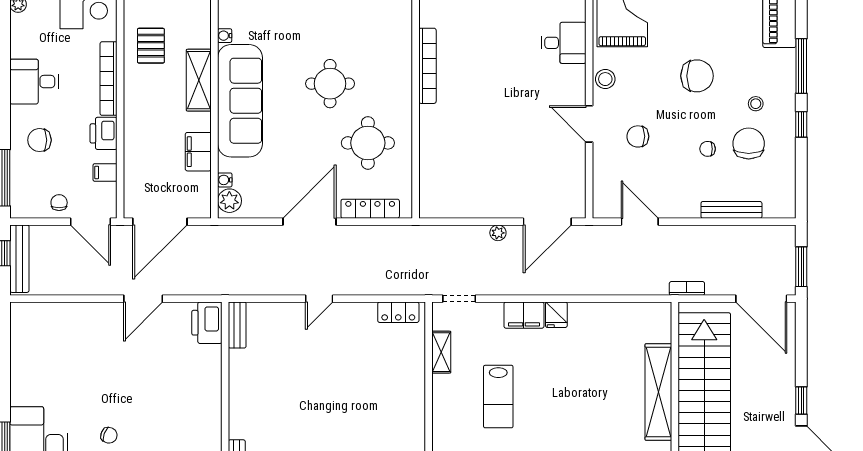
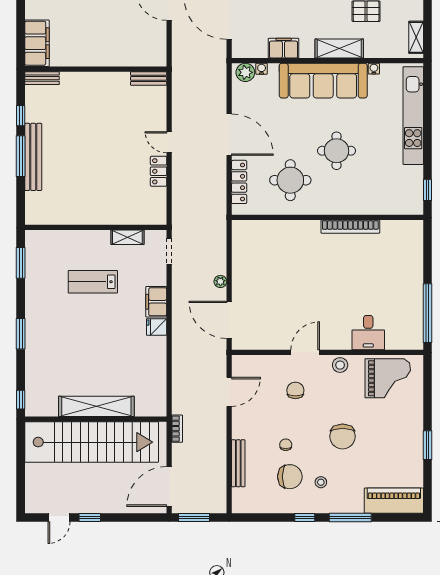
locker: (398, 312) -> (158, 171), moved
printer: (207, 323) -> (150, 55), removed

